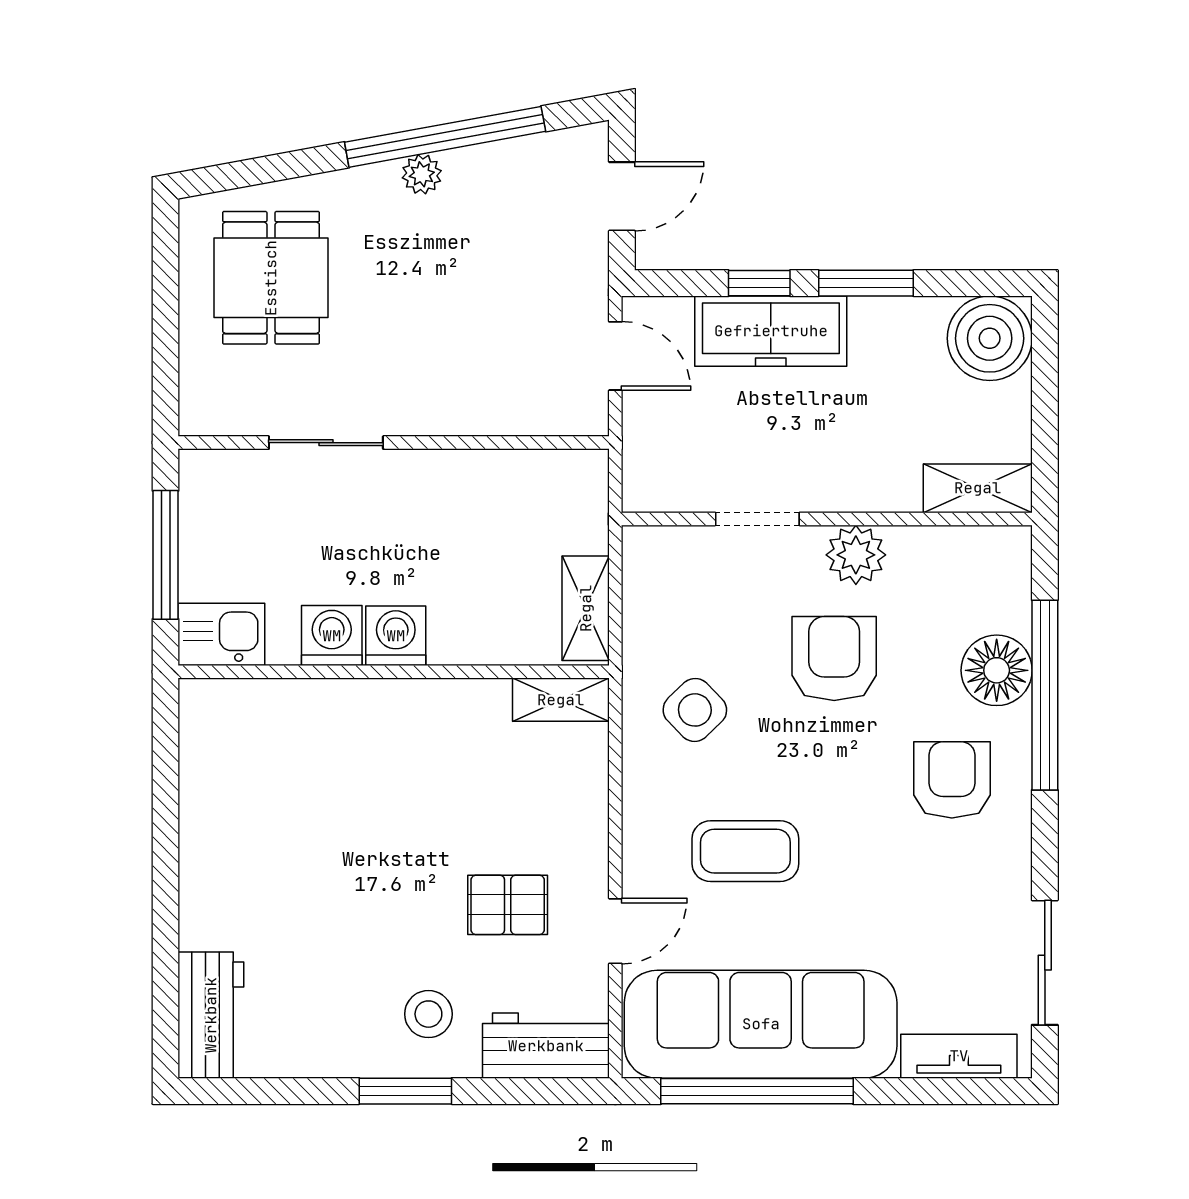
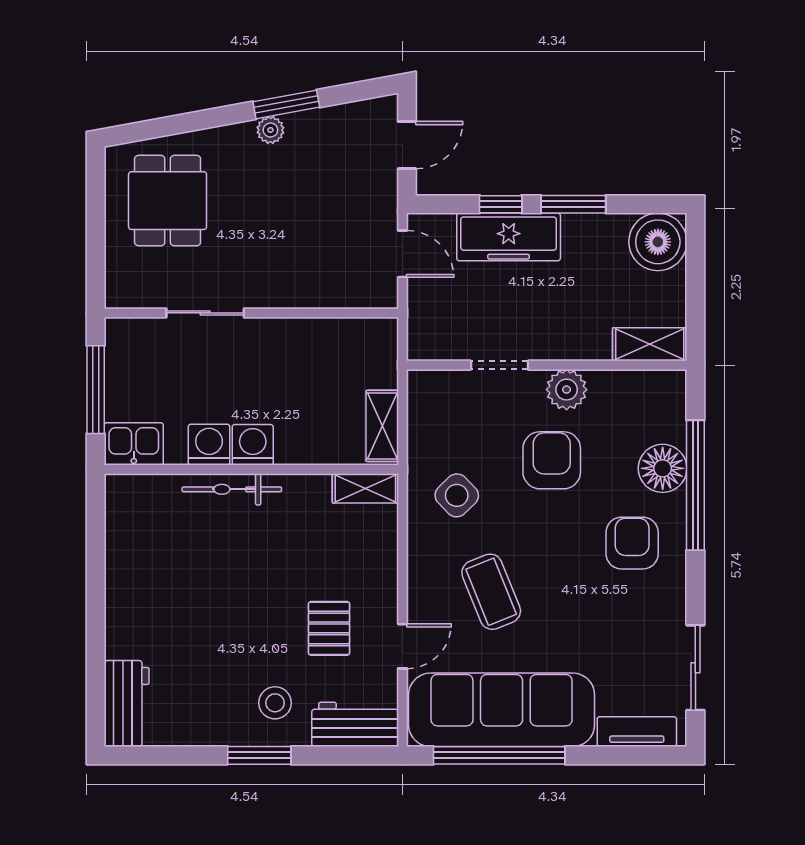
window: (445, 137) -> (286, 104), width x0.47
bicycle: (365, 701) -> (232, 489), added
coffee table: (745, 851) -> (491, 592), turned 68
pallet: (508, 905) -> (329, 628), turned 90

